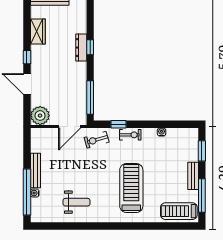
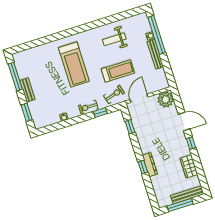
window: (90, 97) -> (130, 127), width x0.46
treadmill: (179, 211) -> (118, 71), moved

